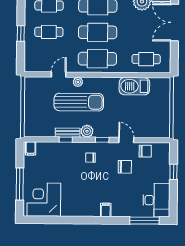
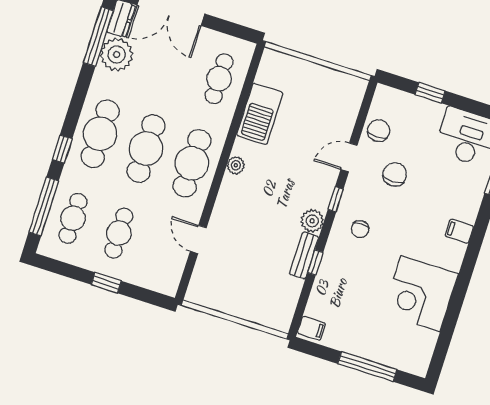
plant: (78, 82) -> (236, 165), moved
sun lounger: (79, 102) -> (257, 219), removed
corner desk: (44, 200) -> (420, 294), moved

